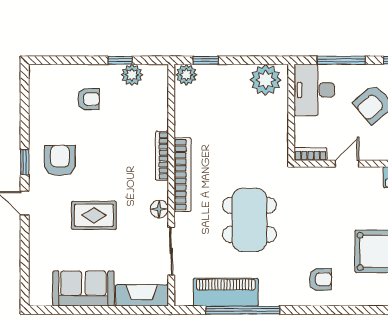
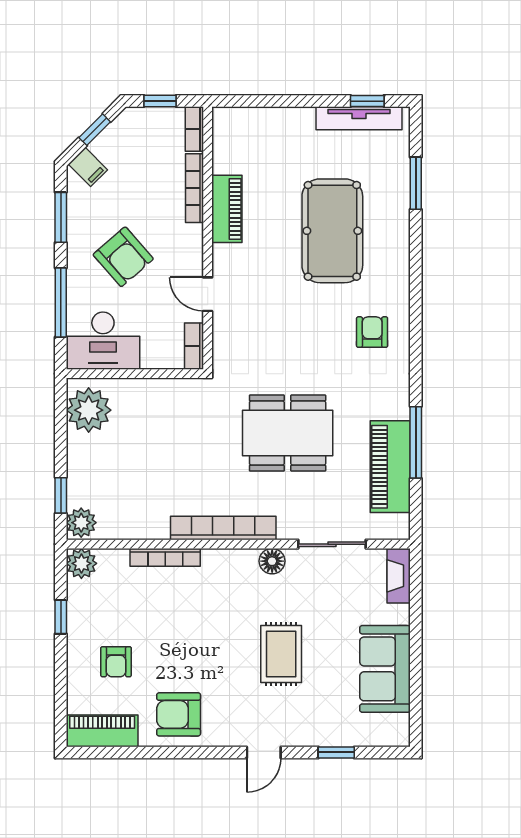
plant: (132, 75) -> (81, 563), moved
piano: (40, 89) -> (102, 731), added
armchair: (88, 99) -> (116, 662), turned 180
bookcase: (162, 156) -> (165, 557), moved
armchair: (60, 160) -> (179, 714), moved
window: (25, 162) -> (336, 752), moved
fireplace: (142, 295) -> (399, 576), width x0.73, depth x0.76
window: (243, 310) -> (416, 442), width x0.68

